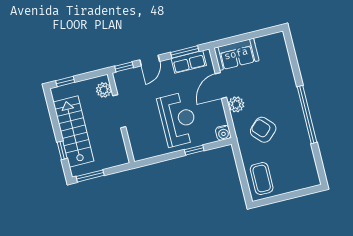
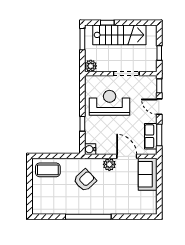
window: (65, 81) -> (159, 53), moved
plant: (104, 90) -> (91, 66), moved
reception desk: (178, 119) -> (110, 103), moved, turned 180

